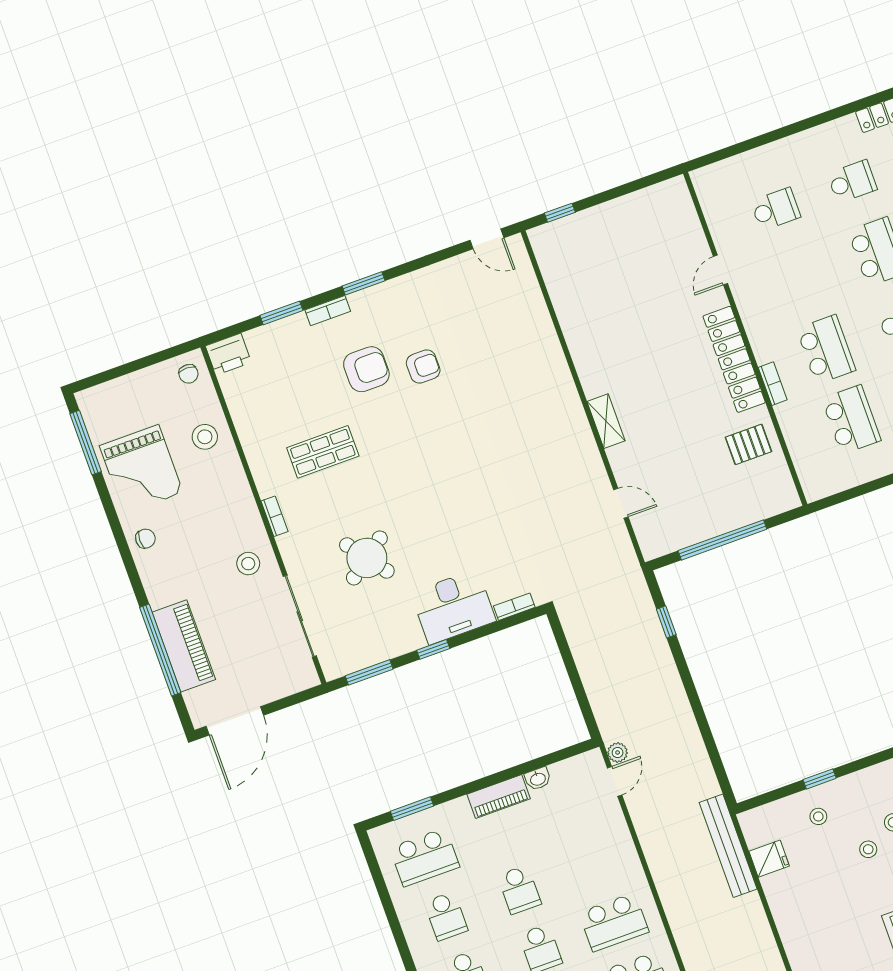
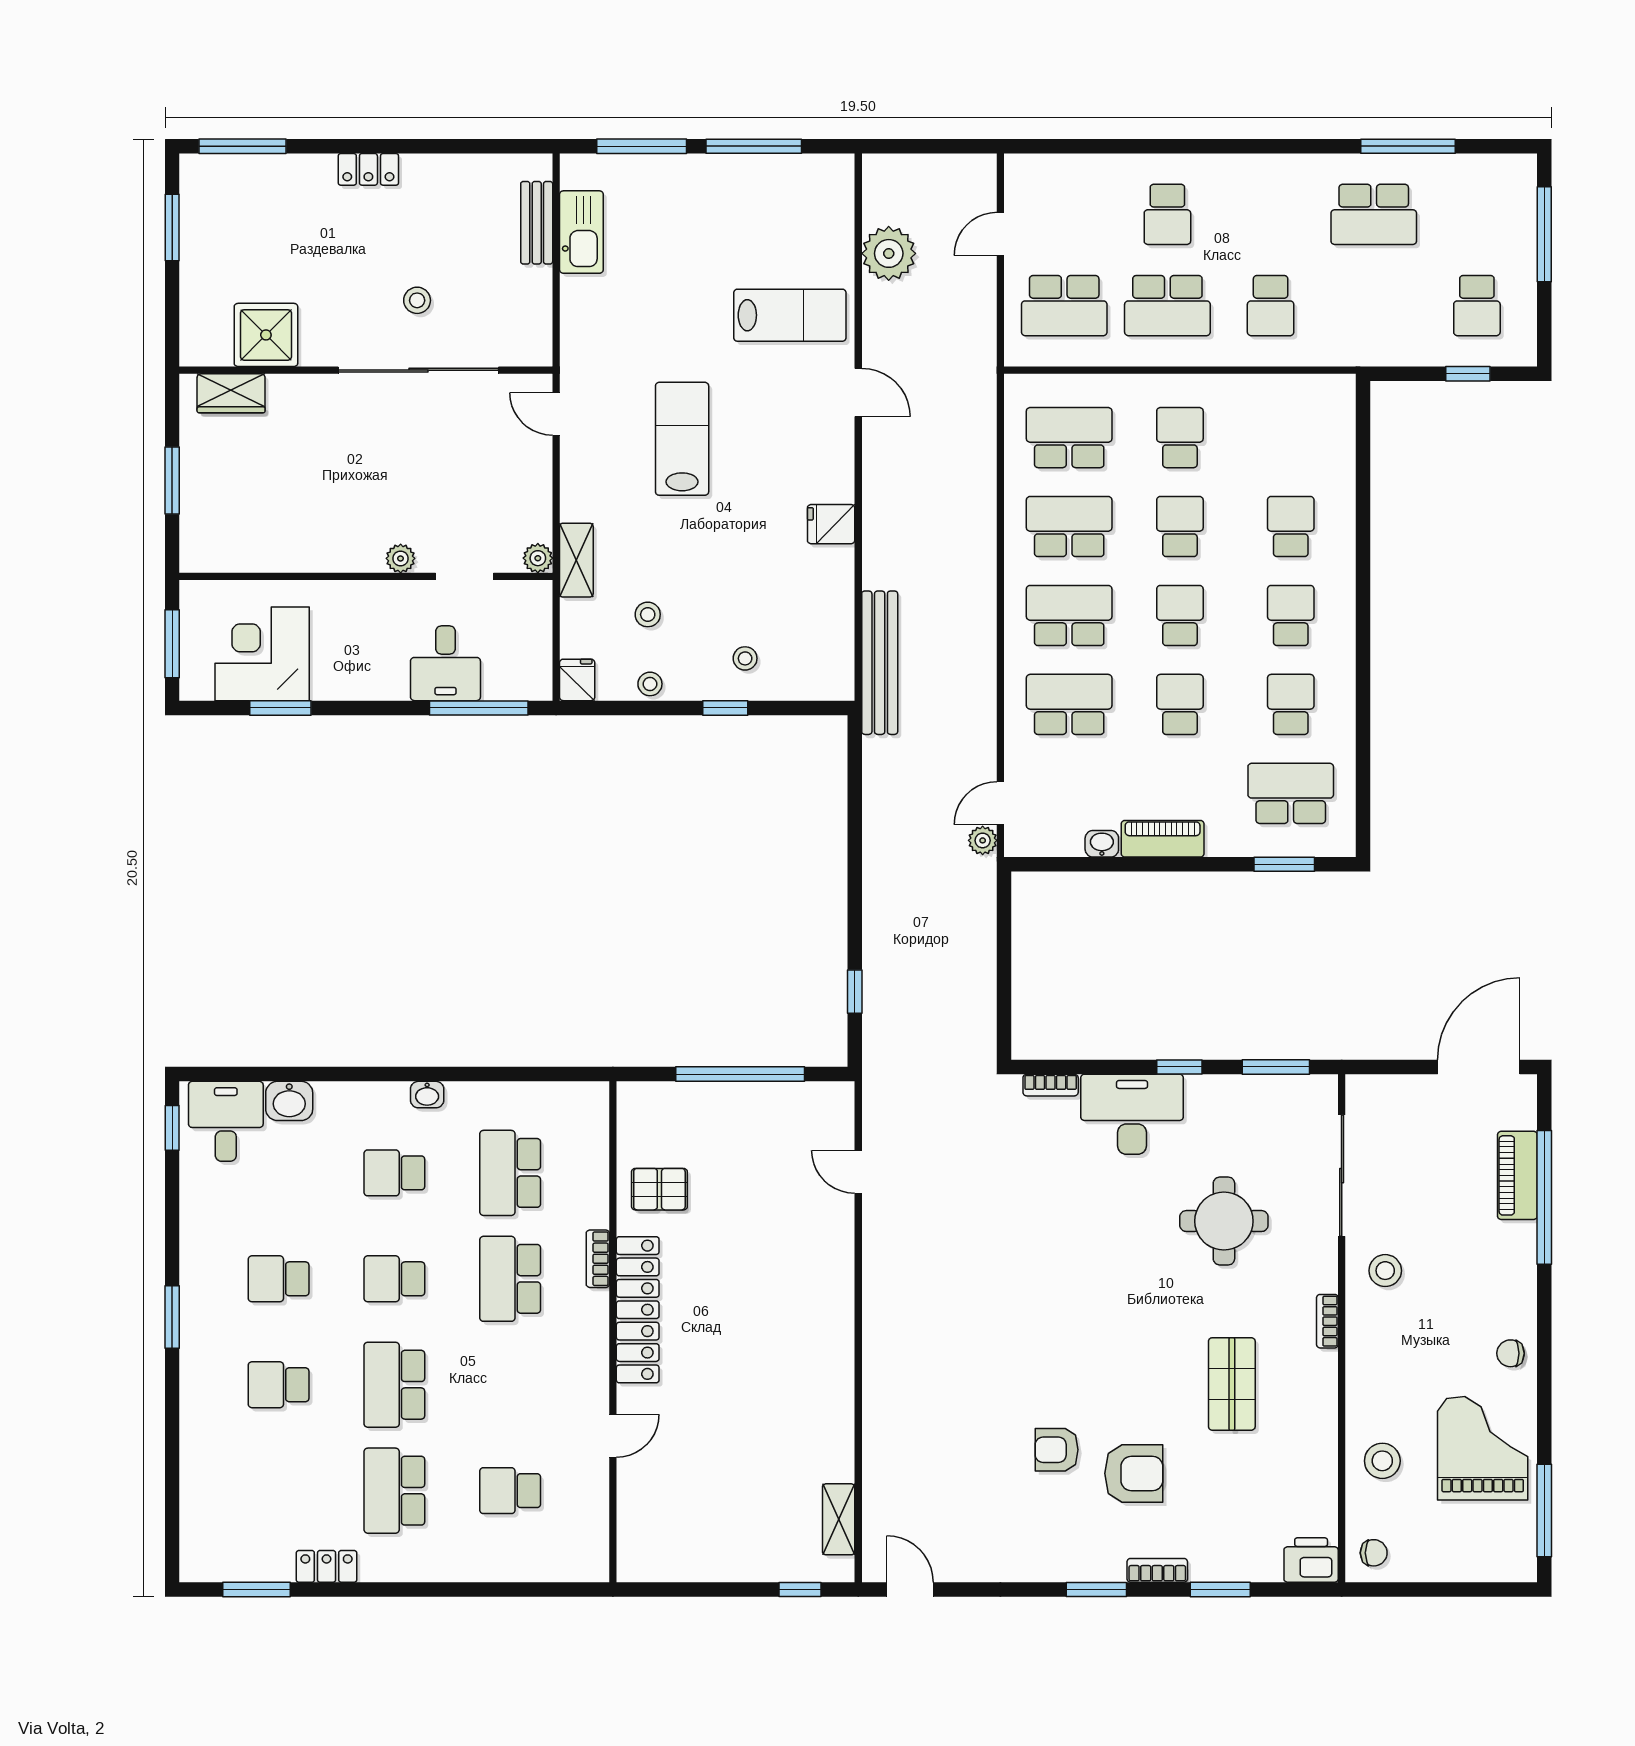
school desk: (852, 181) -> (394, 1491), width x1.85
armchair: (366, 369) -> (1134, 1473), turned 180
chair: (189, 374) -> (1374, 1553), turned 90
shelving: (606, 421) -> (839, 1519), moved
shop shelf: (323, 452) -> (1232, 1384), turned 90
round table: (367, 558) -> (1224, 1221), turned 37
piano: (184, 646) -> (1517, 1175), width x0.73, depth x0.75
stool: (868, 849) -> (650, 684), moved
fridge: (769, 859) -> (831, 524), moved
school desk: (593, 863) -> (1069, 704), added

